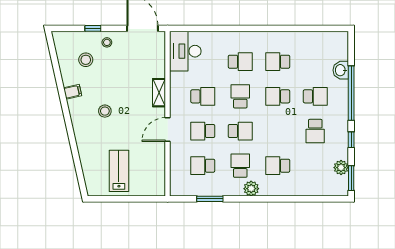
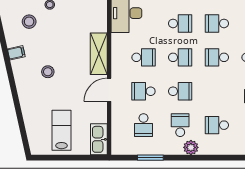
shelving: (159, 93) -> (99, 54), width x1.50, depth x1.33
school desk: (240, 96) -> (180, 57), turned 90
school desk: (203, 166) -> (144, 125), turned -90
kitchen sink: (157, 180) -> (99, 139), added

